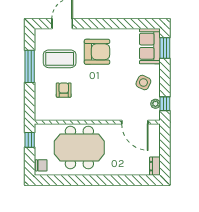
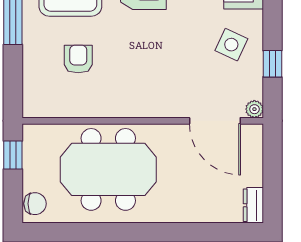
plant: (155, 104) -> (254, 109), moved
window: (165, 104) -> (272, 64), moved

